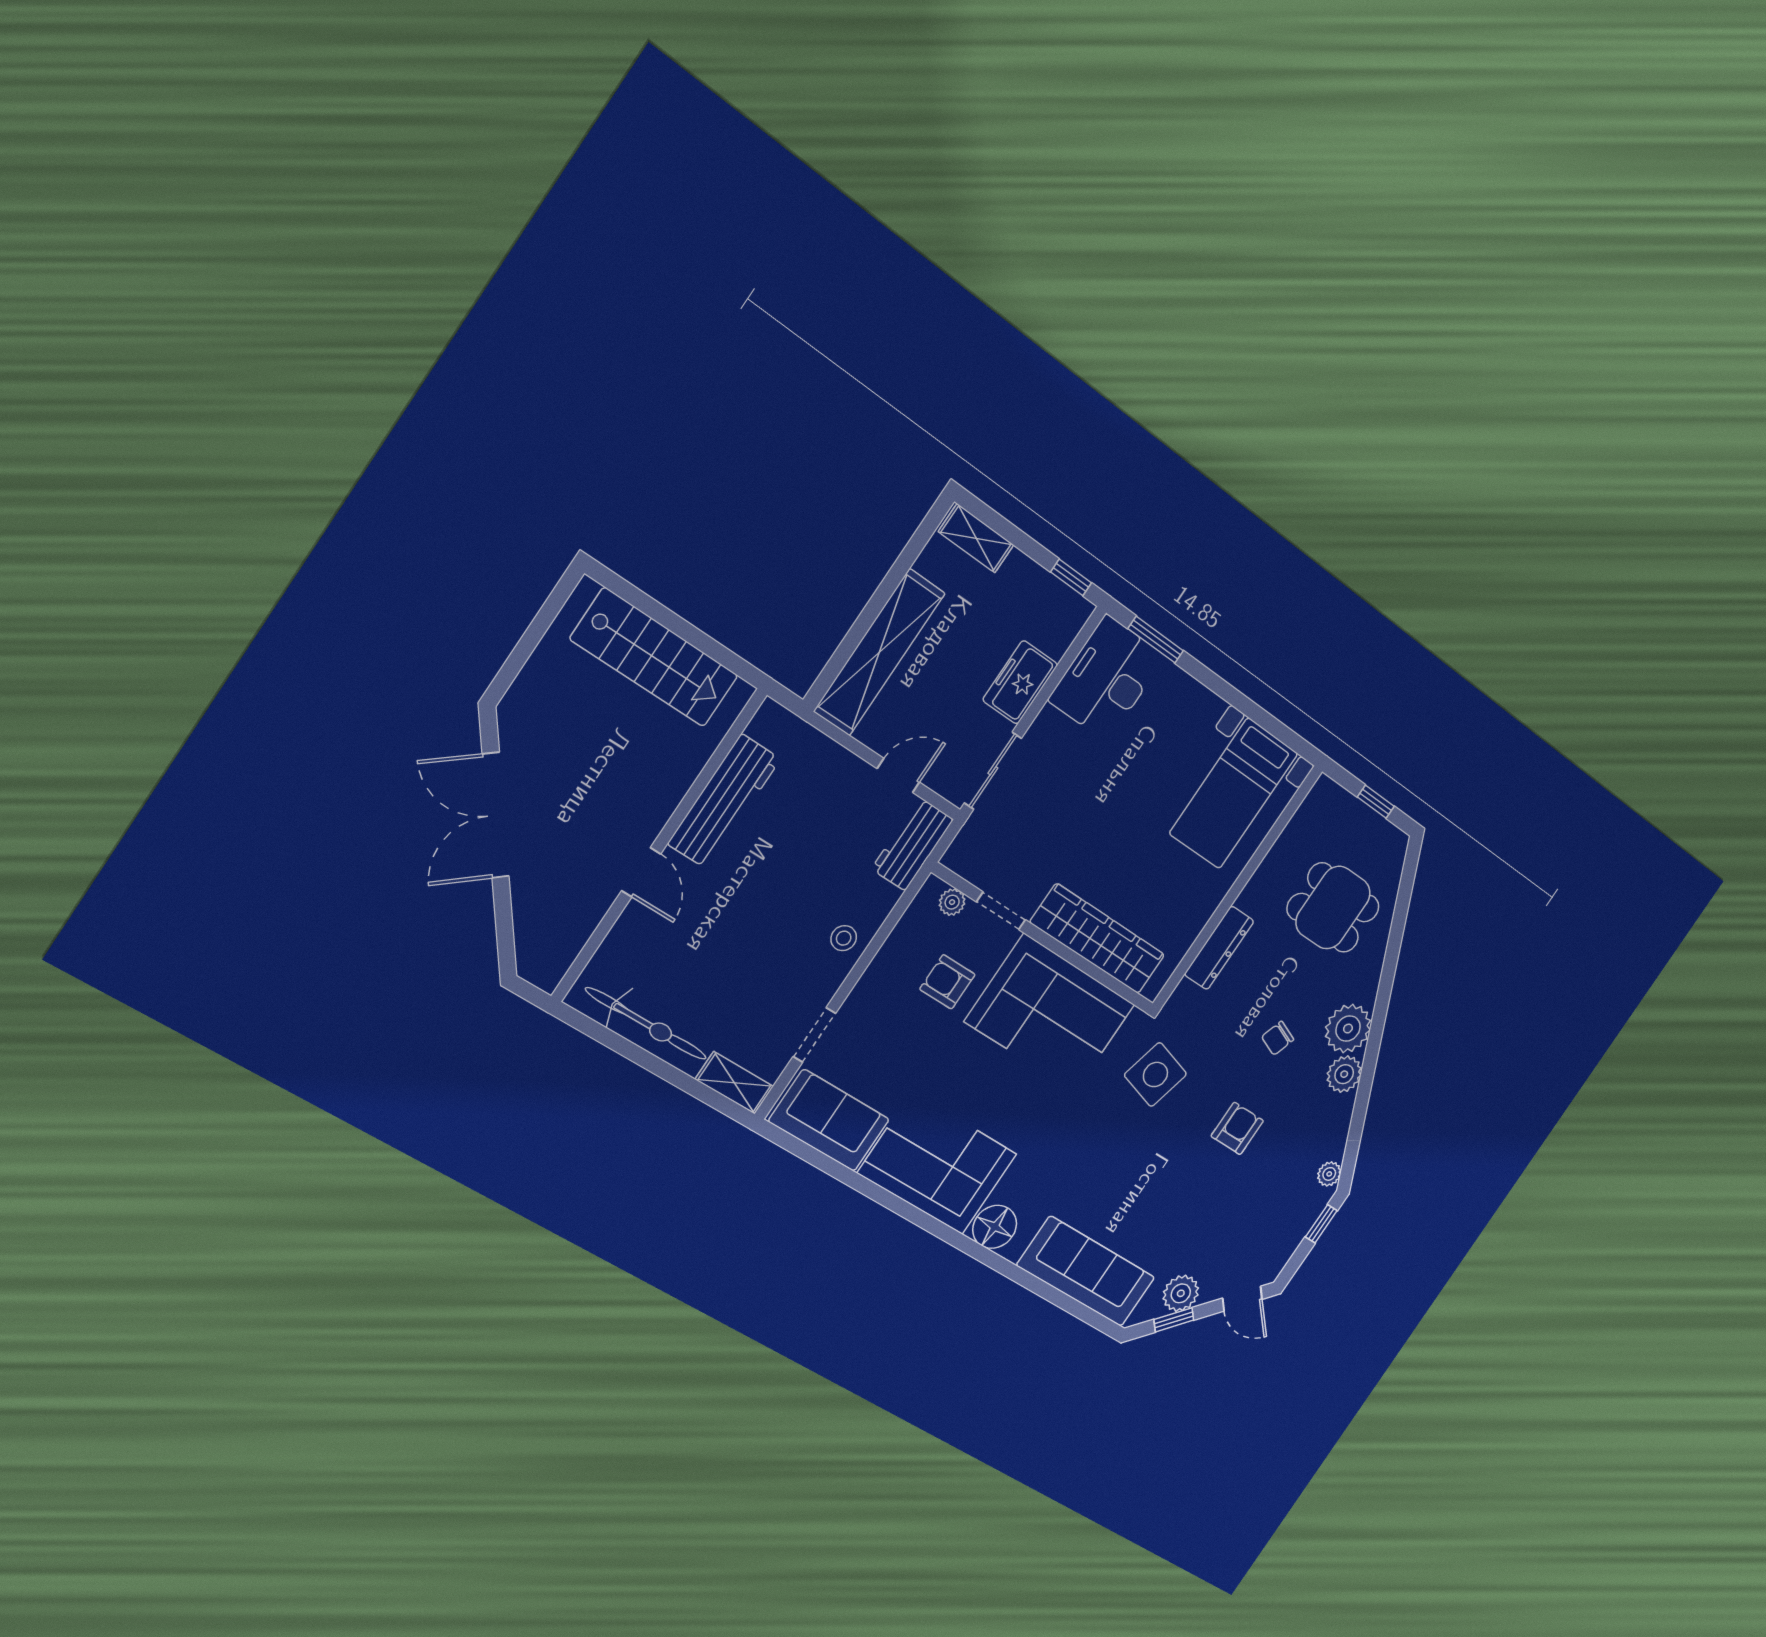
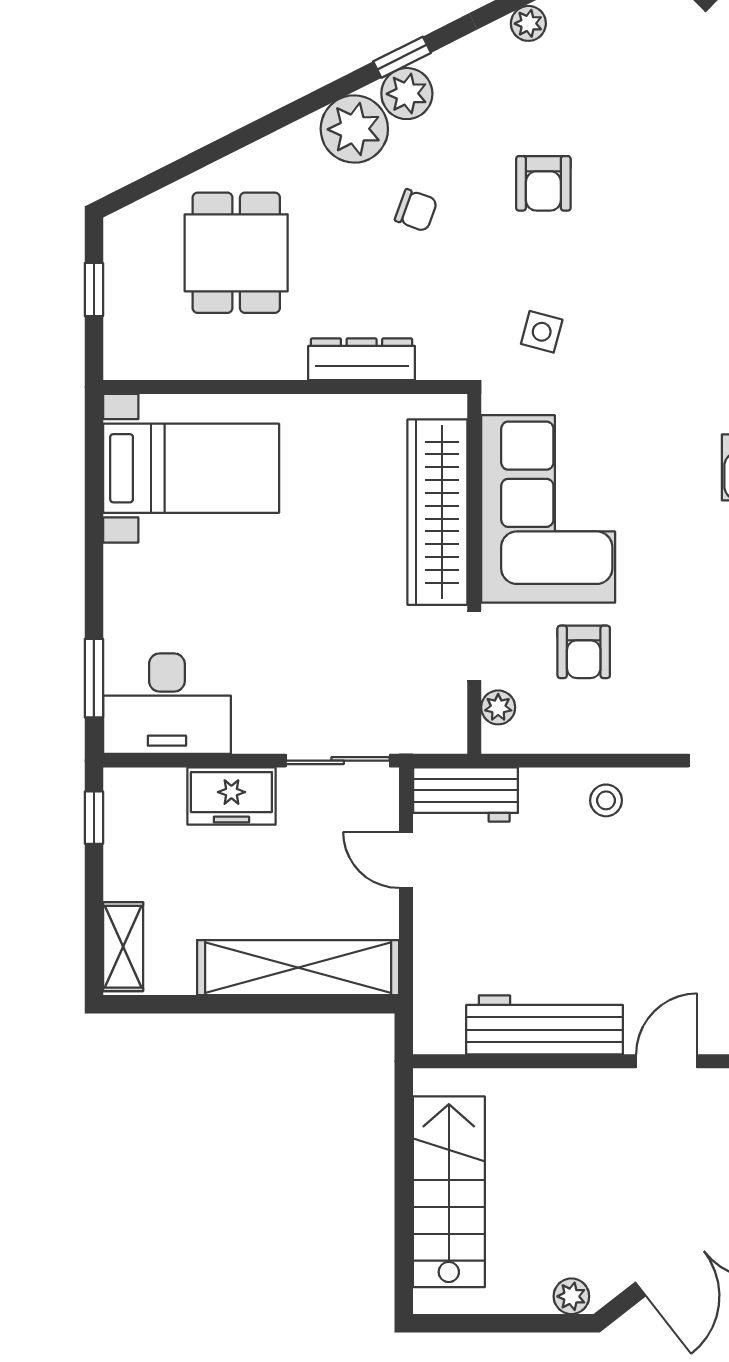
plant: (519, 699) -> (571, 1296), added
side table: (1155, 1075) -> (542, 332), width x0.54, depth x0.54
window: (1365, 1084) -> (402, 57), added
armchair: (1237, 1128) -> (543, 183), turned -90

